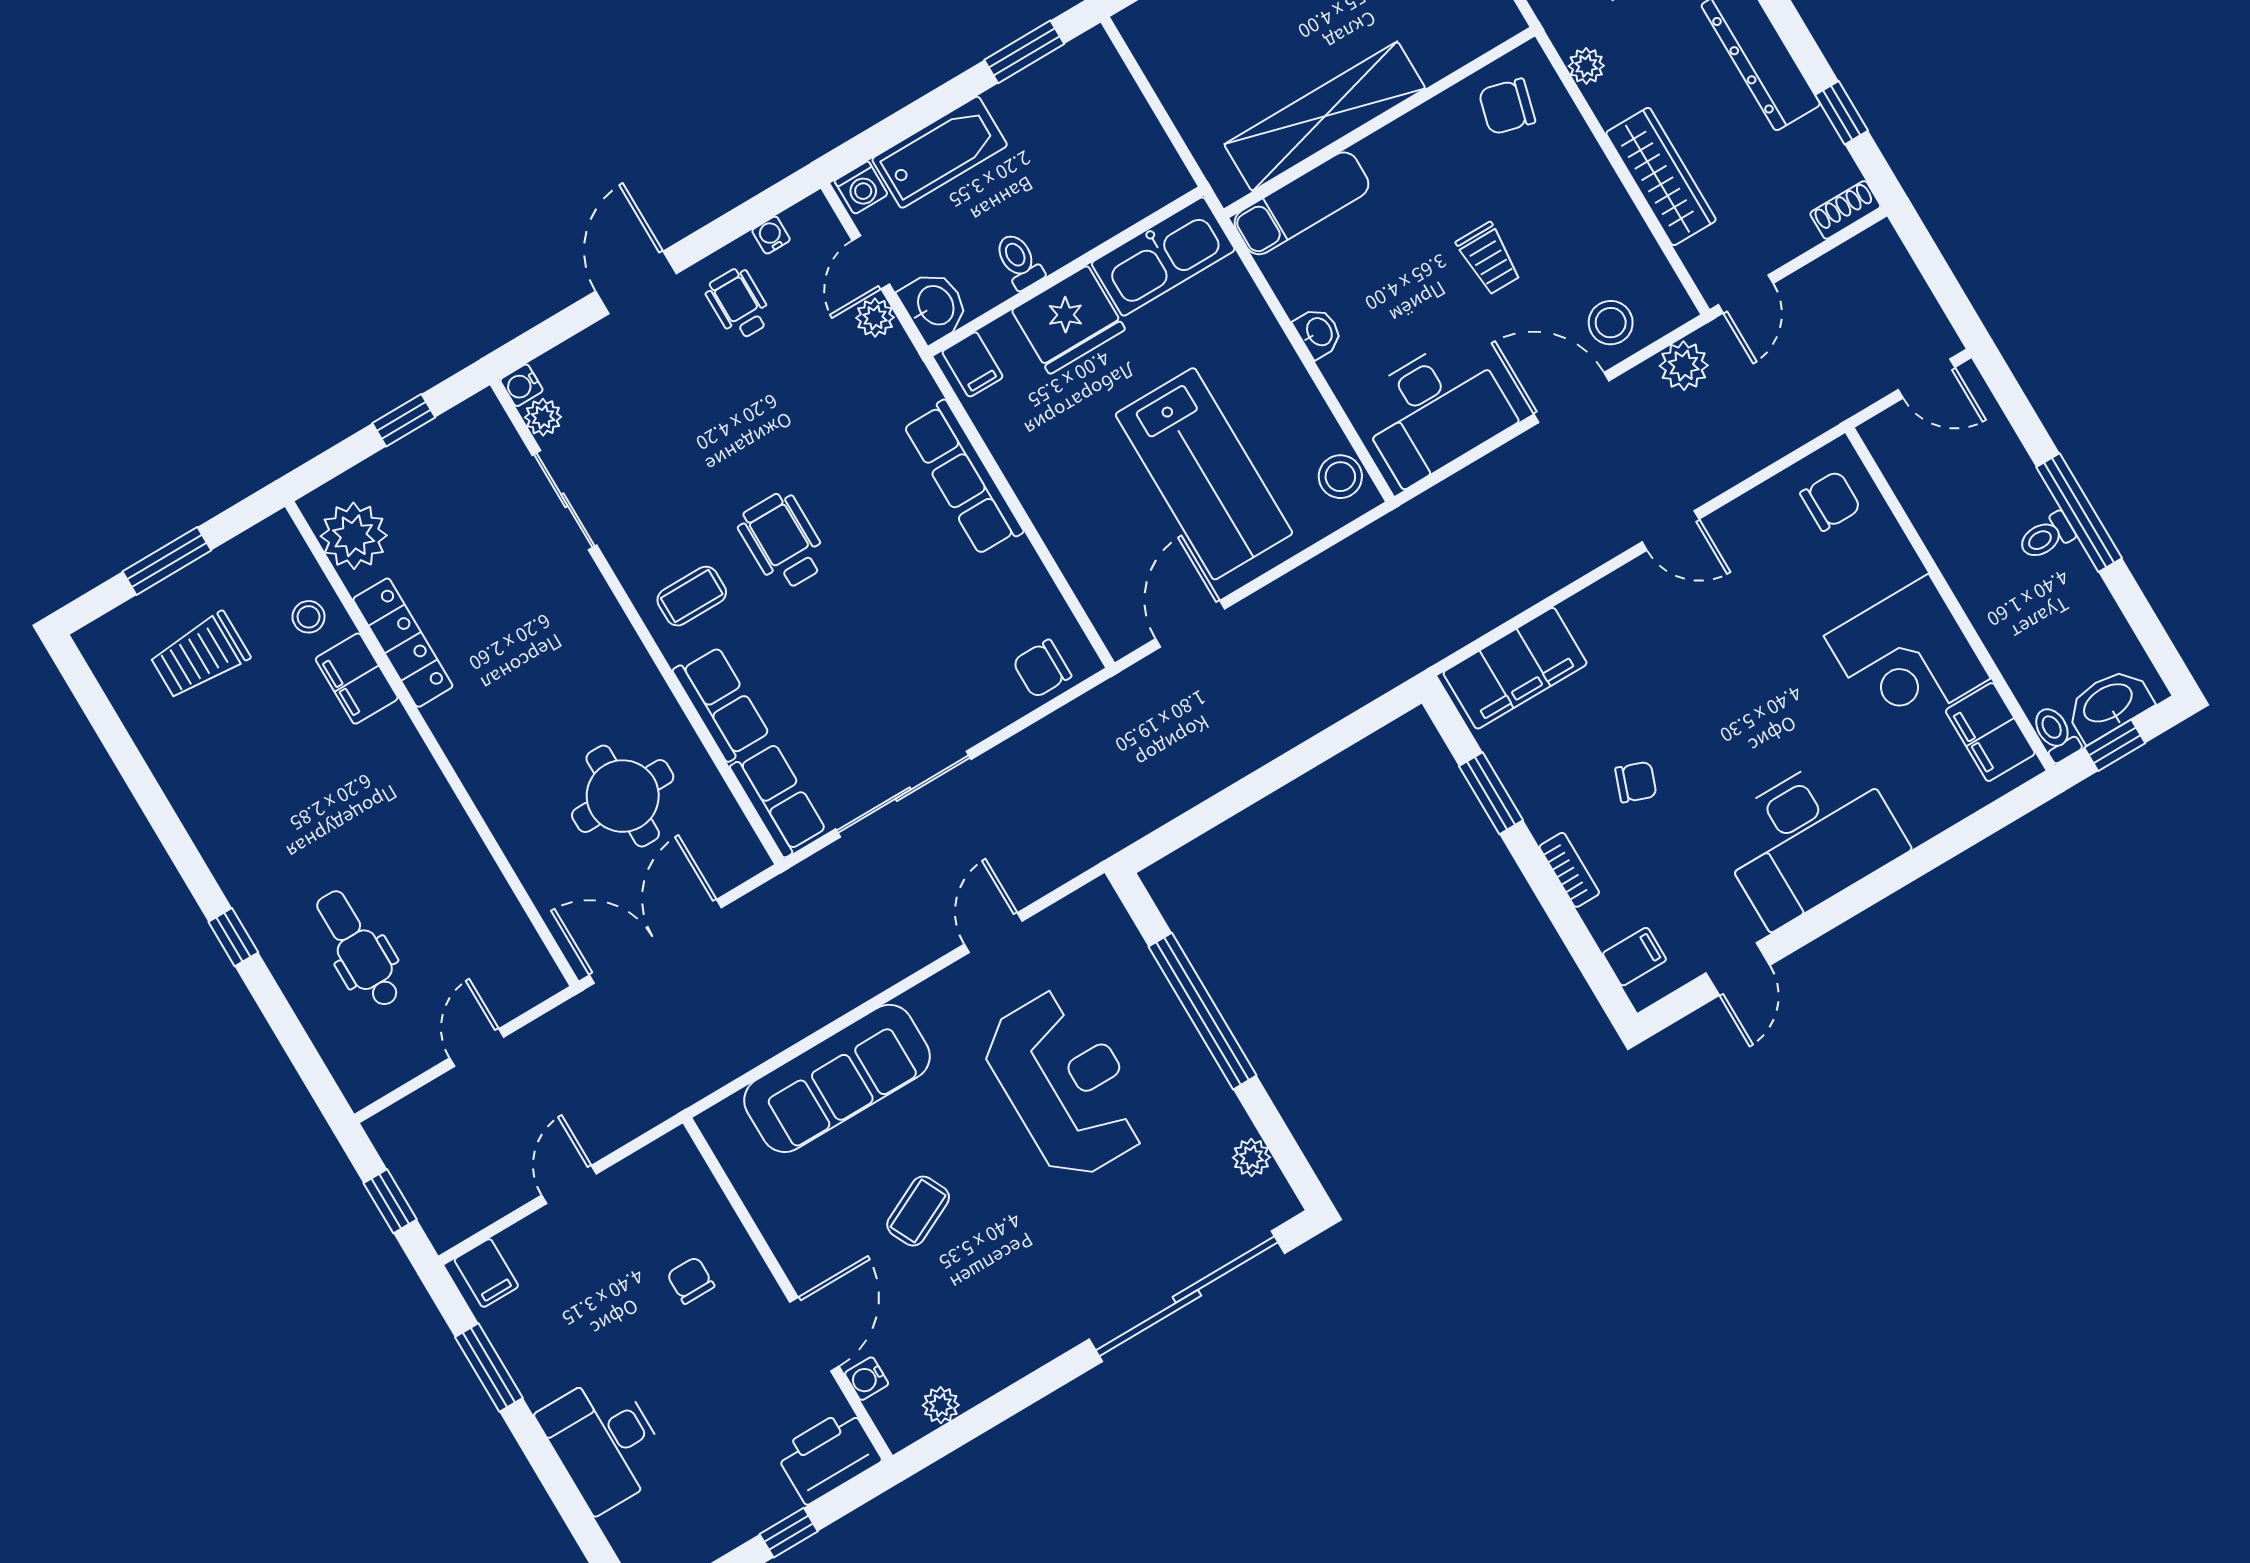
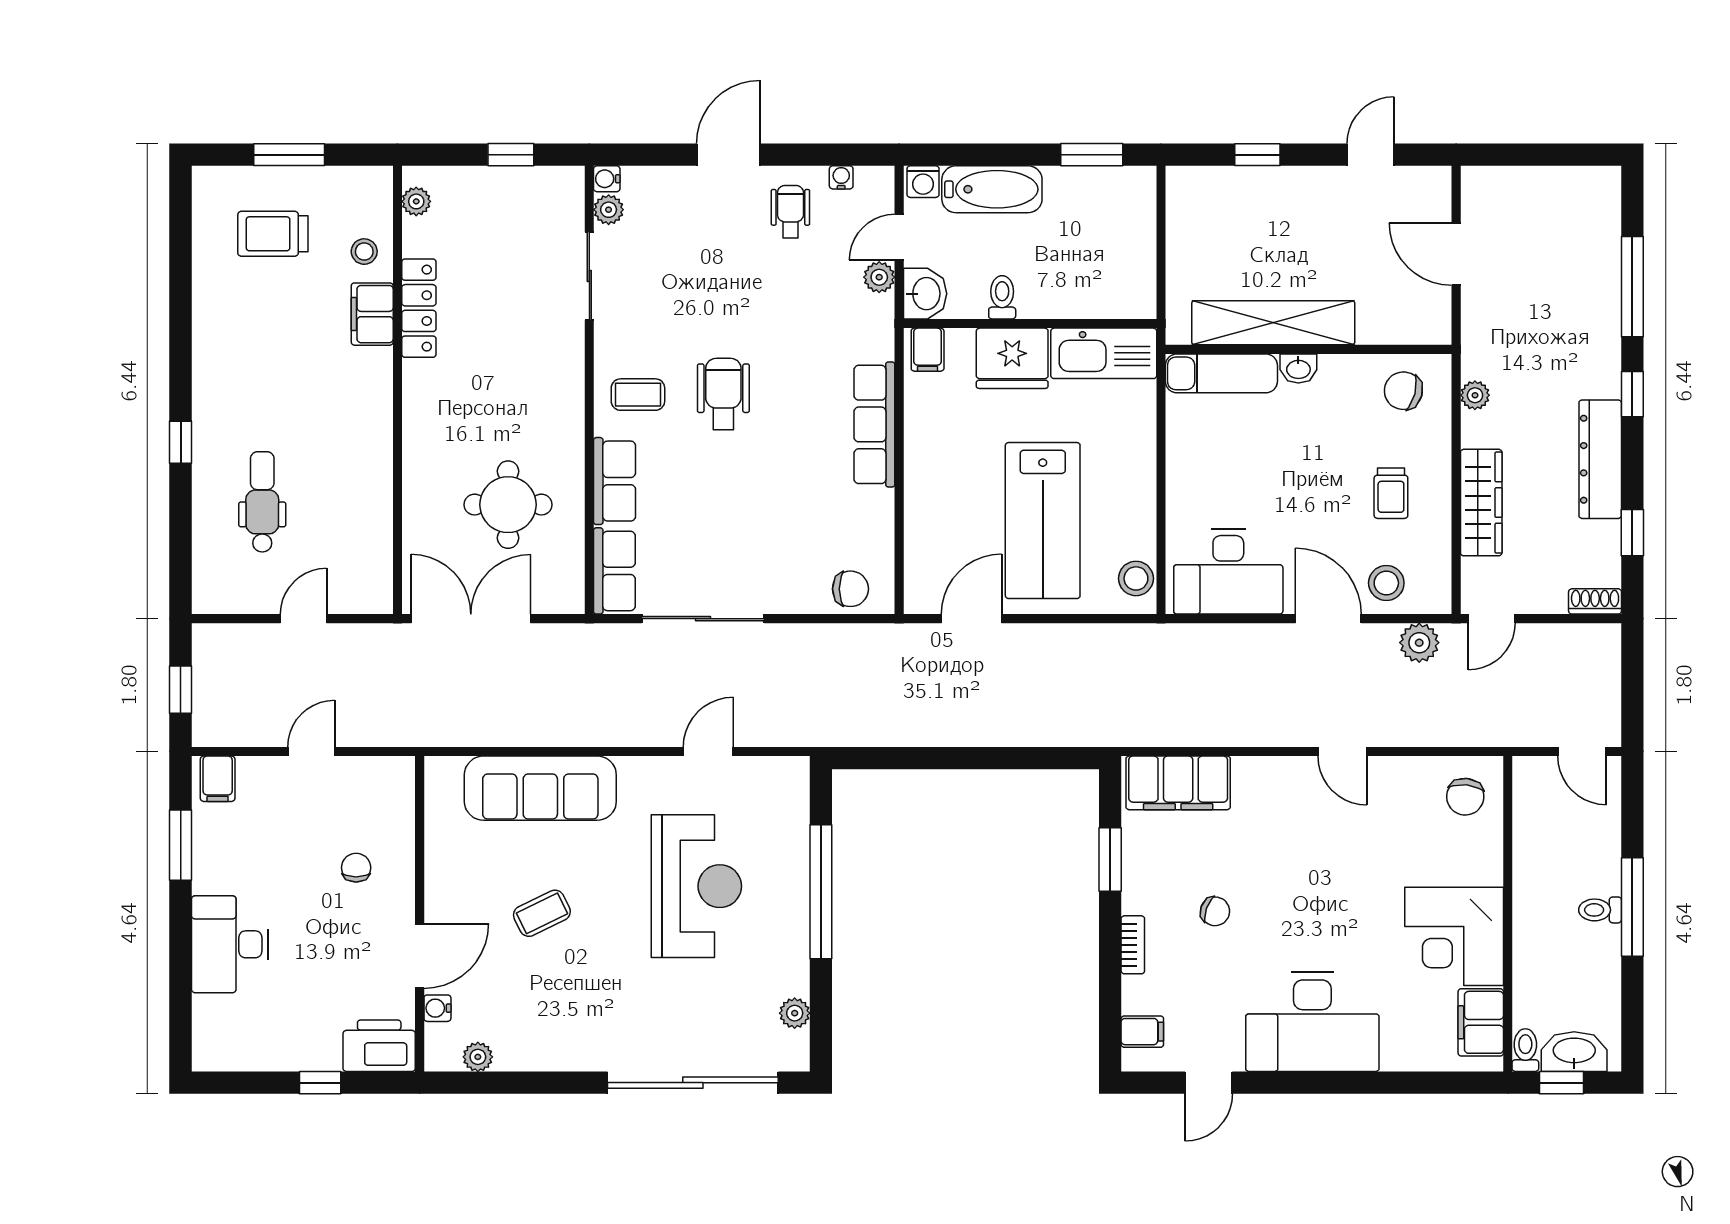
trolley: (1489, 259) -> (1391, 493), moved
washbasin: (1318, 332) -> (1298, 369), moved, turned 90
chair: (1831, 501) -> (1465, 797), turned 96
plant: (354, 536) -> (416, 201), width x0.53, depth x0.53
chair: (1042, 669) -> (850, 589), turned 180

